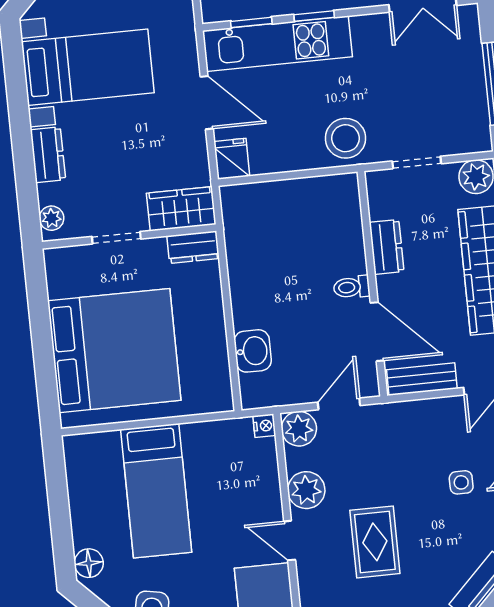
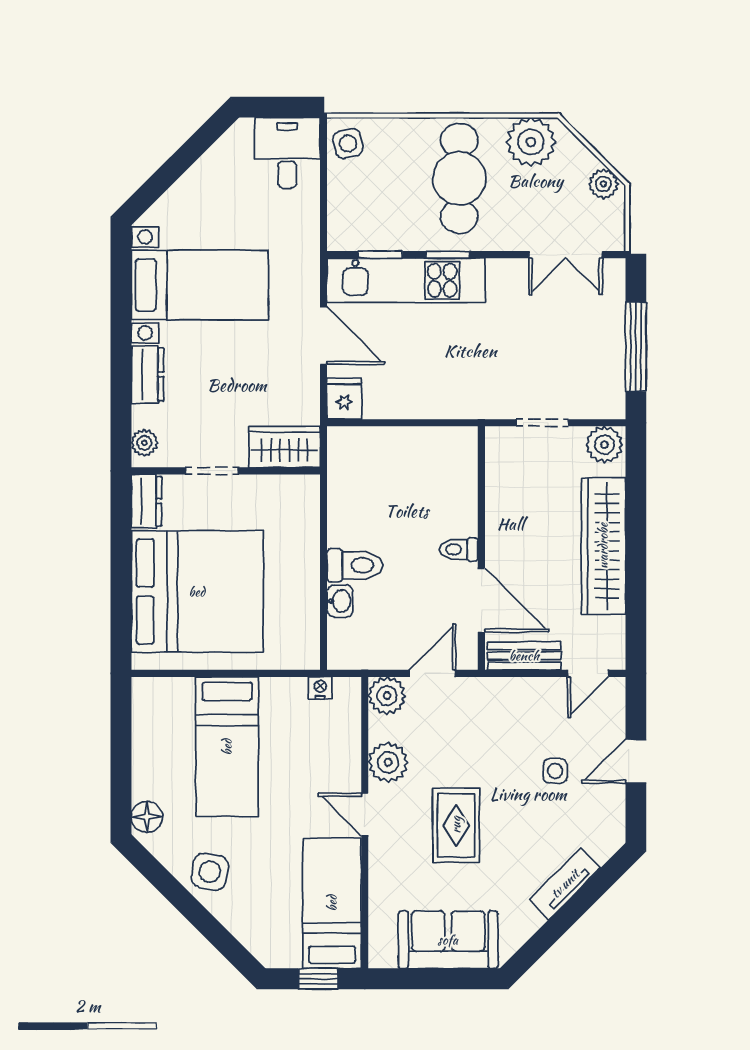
stool: (345, 138) -> (469, 389), removed
dresser: (193, 247) -> (146, 501), moved, turned -90
dresser: (387, 247) -> (501, 510), removed
toilet: (257, 311) -> (355, 565), added
washbasin: (253, 351) -> (340, 601), width x0.72, depth x0.69
nightstand: (264, 426) -> (320, 688), moved, turned -90

